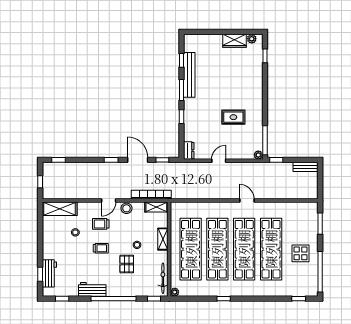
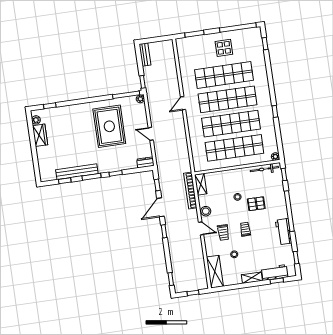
rug: (233, 117) -> (109, 126), width x1.86, depth x2.06
shelving: (163, 239) -> (252, 278), moved

